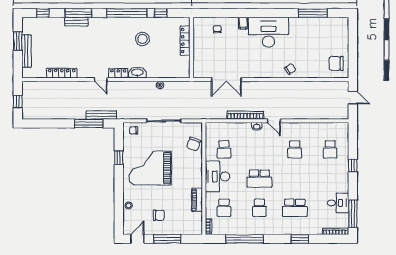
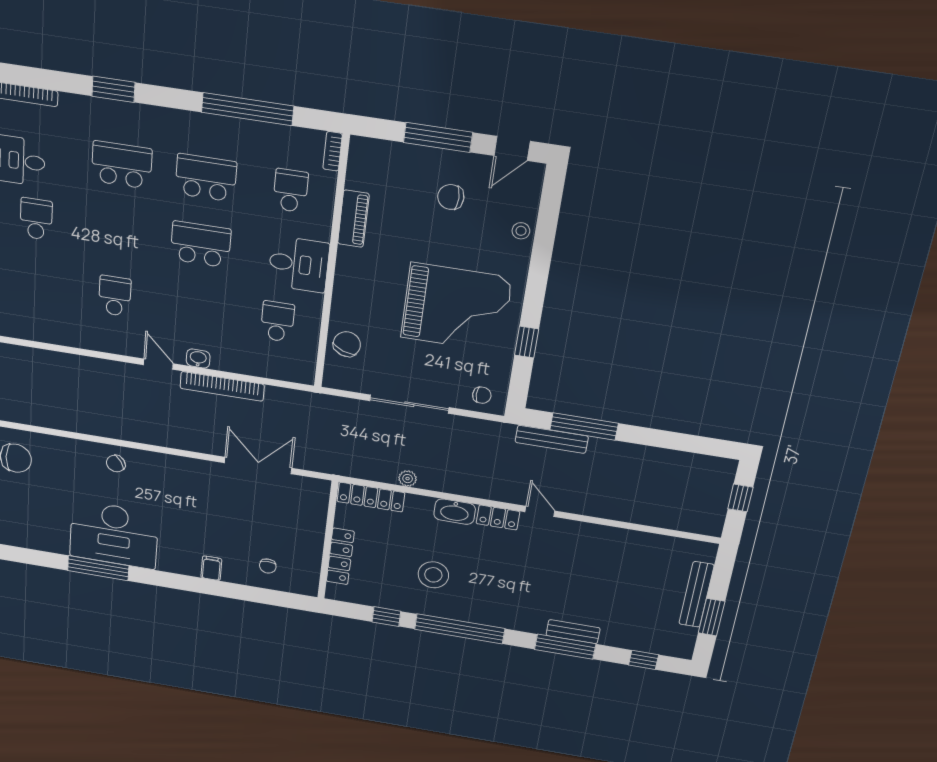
window: (313, 13) -> (98, 568), moved
desk: (268, 32) -> (114, 535), moved
locker: (62, 73) -> (371, 497), moved
school desk: (330, 149) -> (36, 219), moved
desk: (218, 176) -> (299, 264), width x0.73
school desk: (259, 208) -> (206, 178), width x1.85

